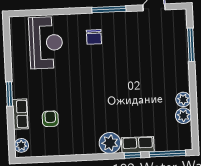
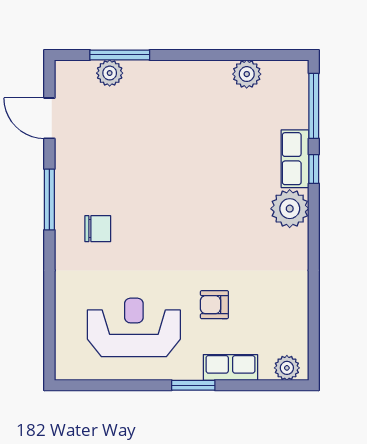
reception desk: (46, 43) -> (134, 327), moved
plant: (183, 99) -> (110, 73), moved
armchair: (50, 119) -> (214, 305), moved

